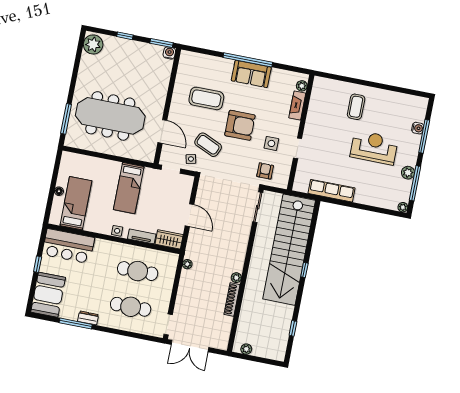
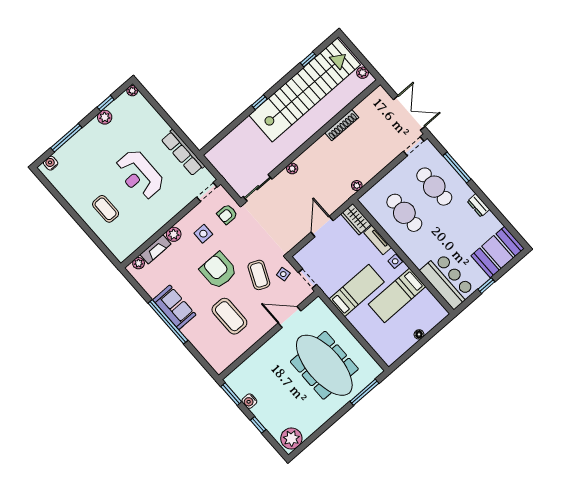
water cooler: (169, 53) -> (249, 401), moved
coffee table: (356, 107) -> (106, 209), turned 90
plant: (293, 126) -> (174, 234), added
water cooler: (418, 128) -> (51, 163), moved
door: (162, 131) -> (290, 317), hinge flipped
doorway: (298, 148) -> (207, 192), moved
reception desk: (374, 148) -> (139, 175), moved
window: (415, 183) -> (106, 103), width x0.46
bed: (76, 203) -> (397, 295), moved
stairs: (289, 250) -> (305, 90), moved
plant: (236, 278) -> (292, 168), moved
window: (76, 324) -> (457, 167), moved

